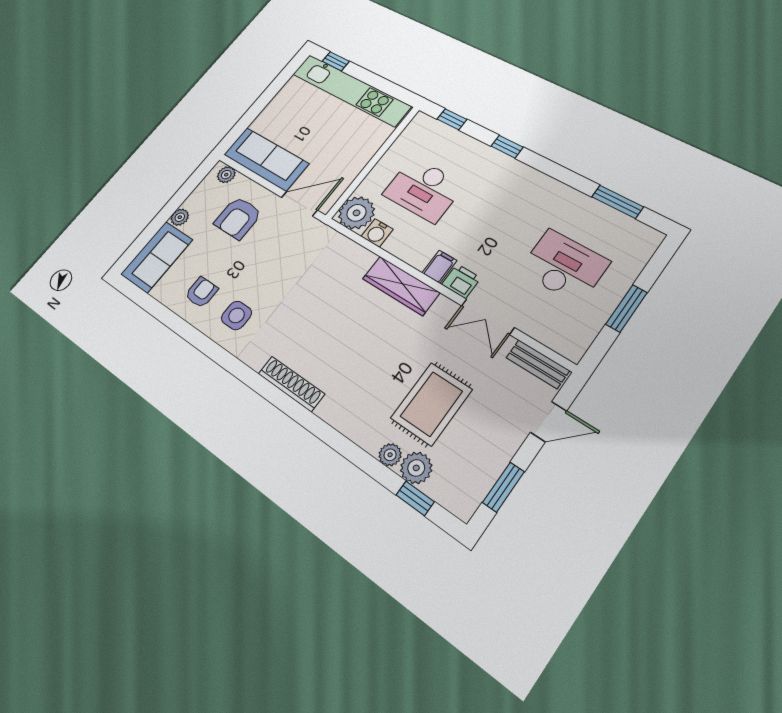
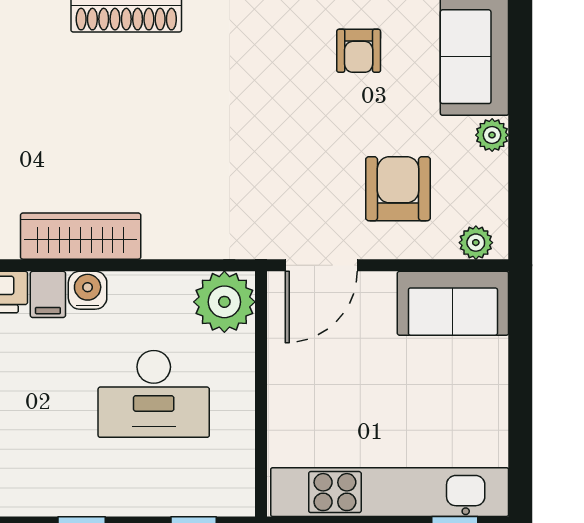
sofa: (266, 159) -> (453, 303), width x0.73
desk: (424, 189) -> (154, 394), turned 180
water cooler: (377, 233) -> (88, 290), moved
side table: (237, 315) -> (279, 53), removed

